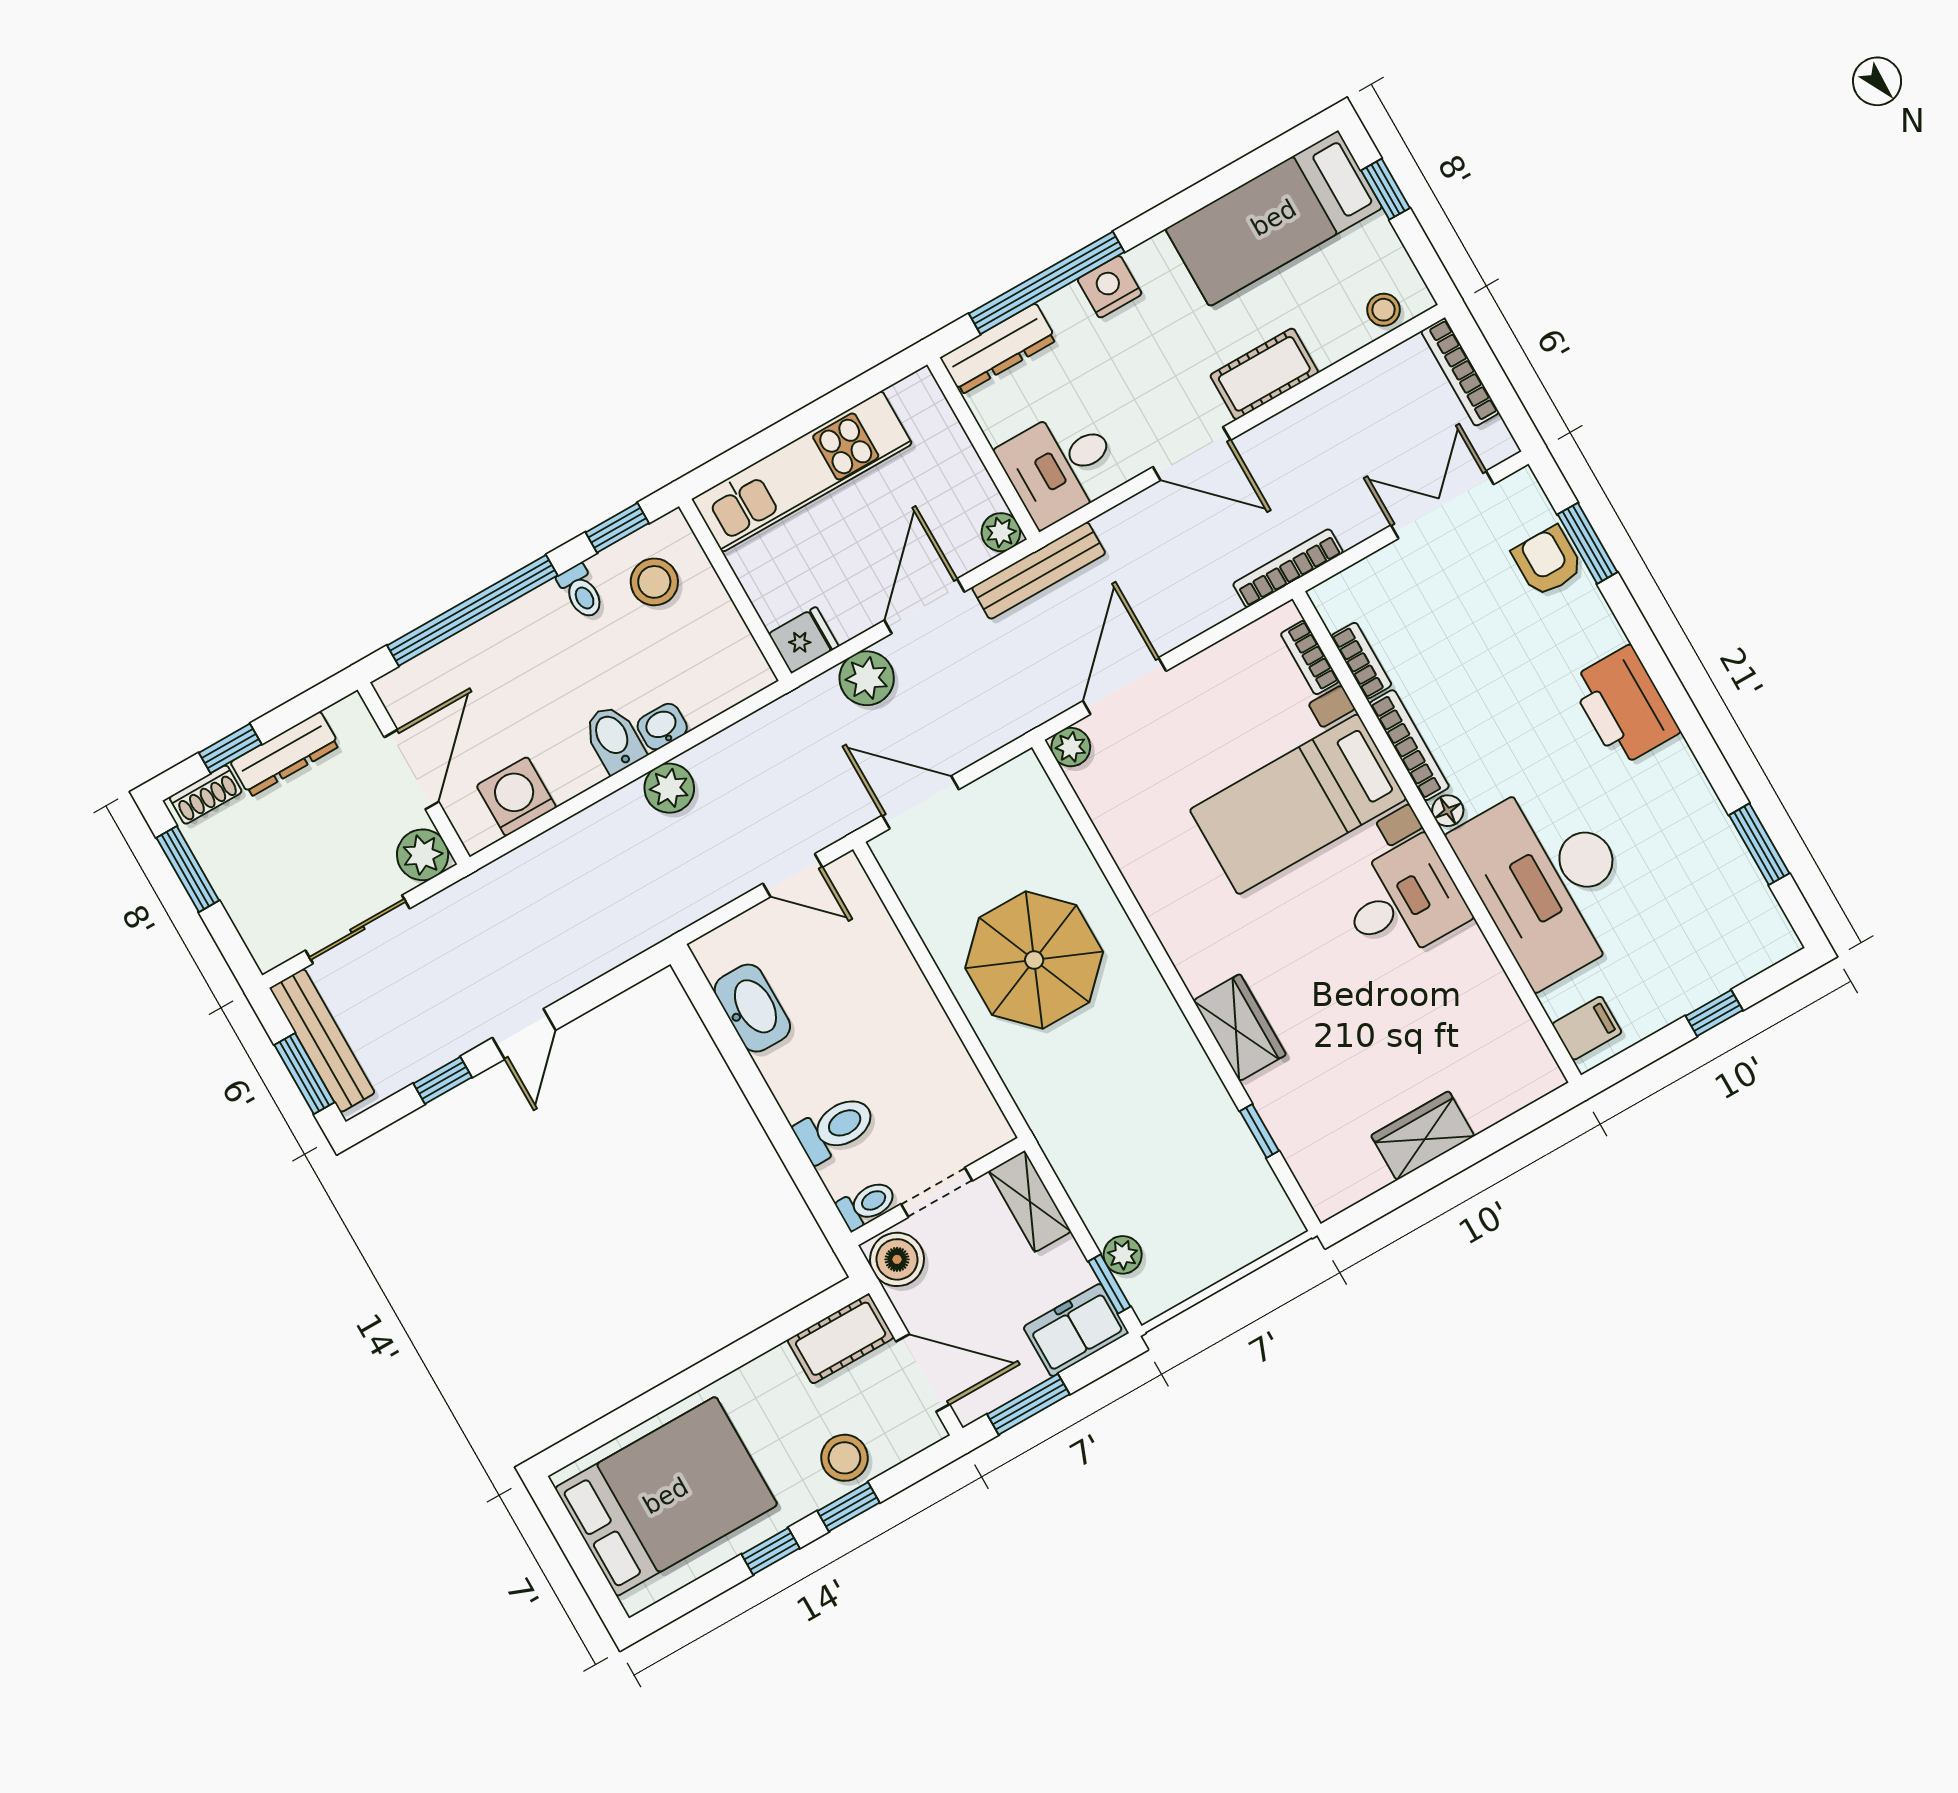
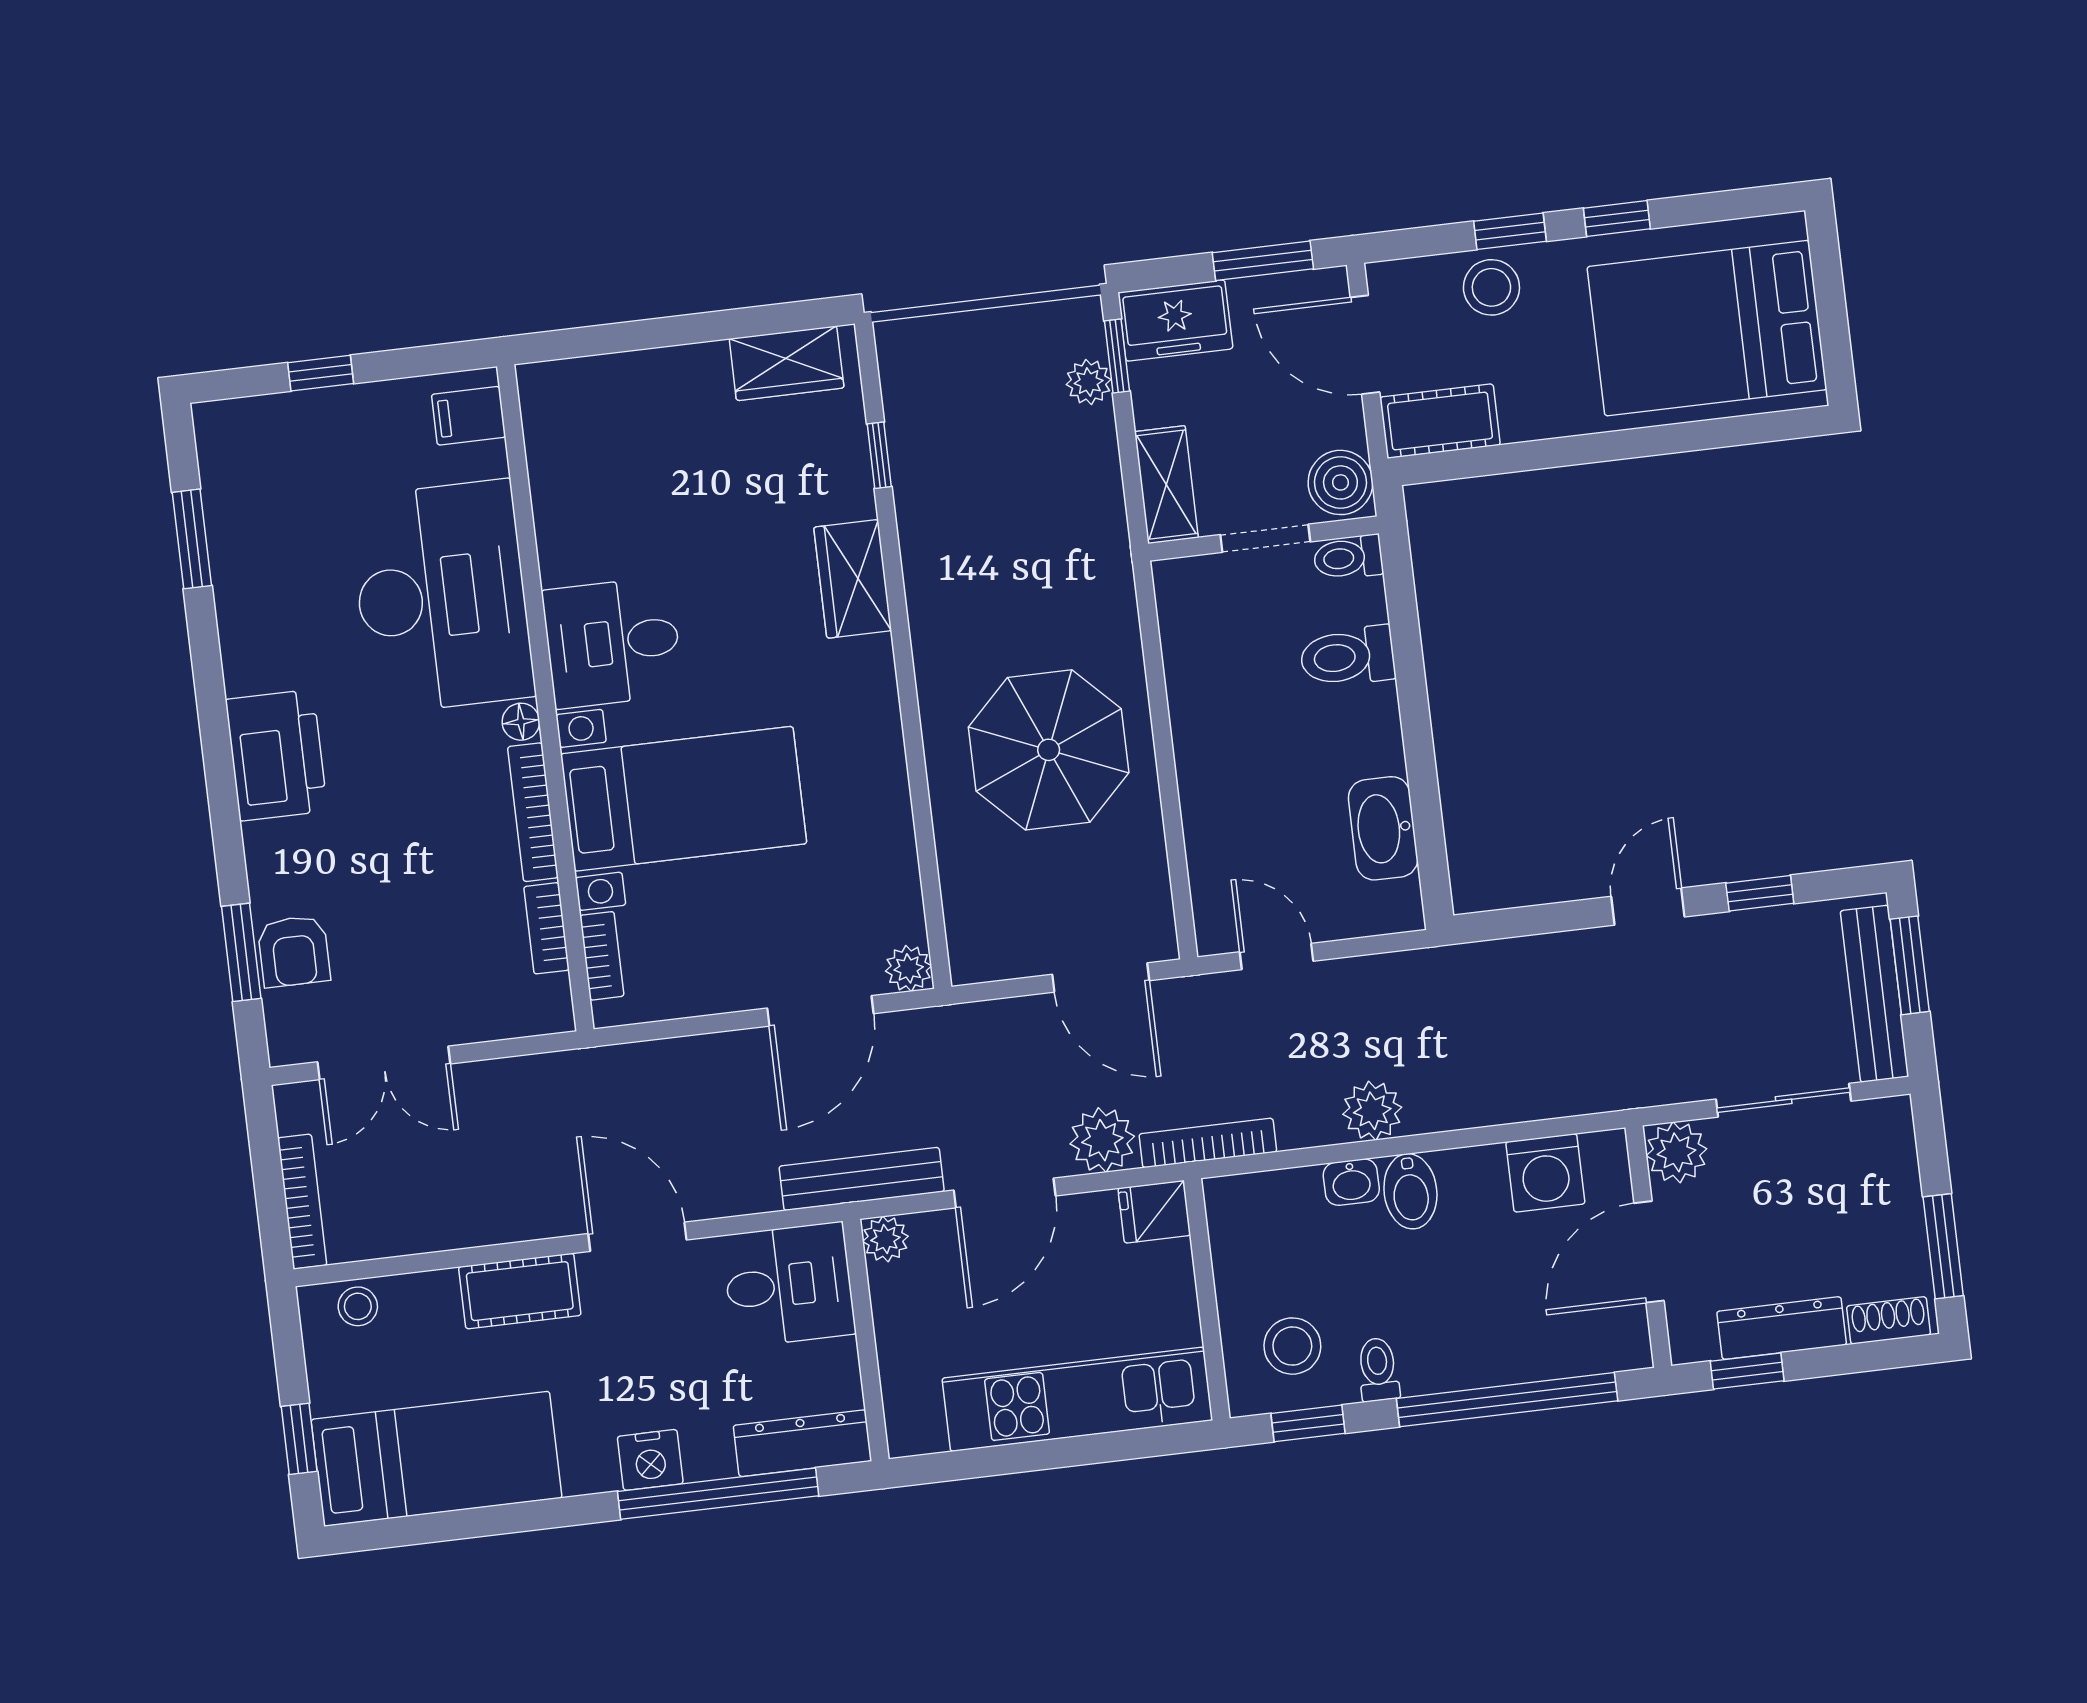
bookcase: (1288, 568) -> (1208, 1143), moved, turned 180
window: (230, 748) -> (1747, 1371), moved
wardrobe: (1423, 1136) -> (787, 363), moved

